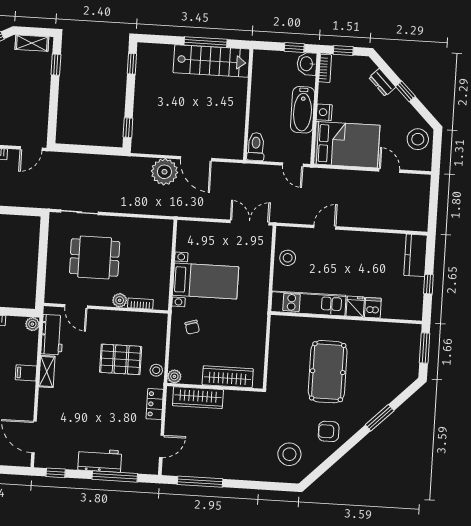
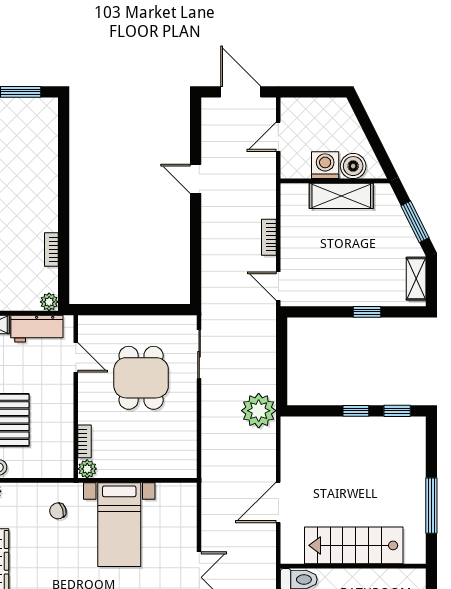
stairs: (212, 61) -> (354, 545), moved, turned 90
window: (56, 65) -> (367, 312), moved
window: (128, 128) -> (356, 411), moved
plant: (164, 172) -> (259, 411), moved
plant: (120, 300) -> (87, 469), moved
door: (76, 306) -> (76, 357), swing flipped

